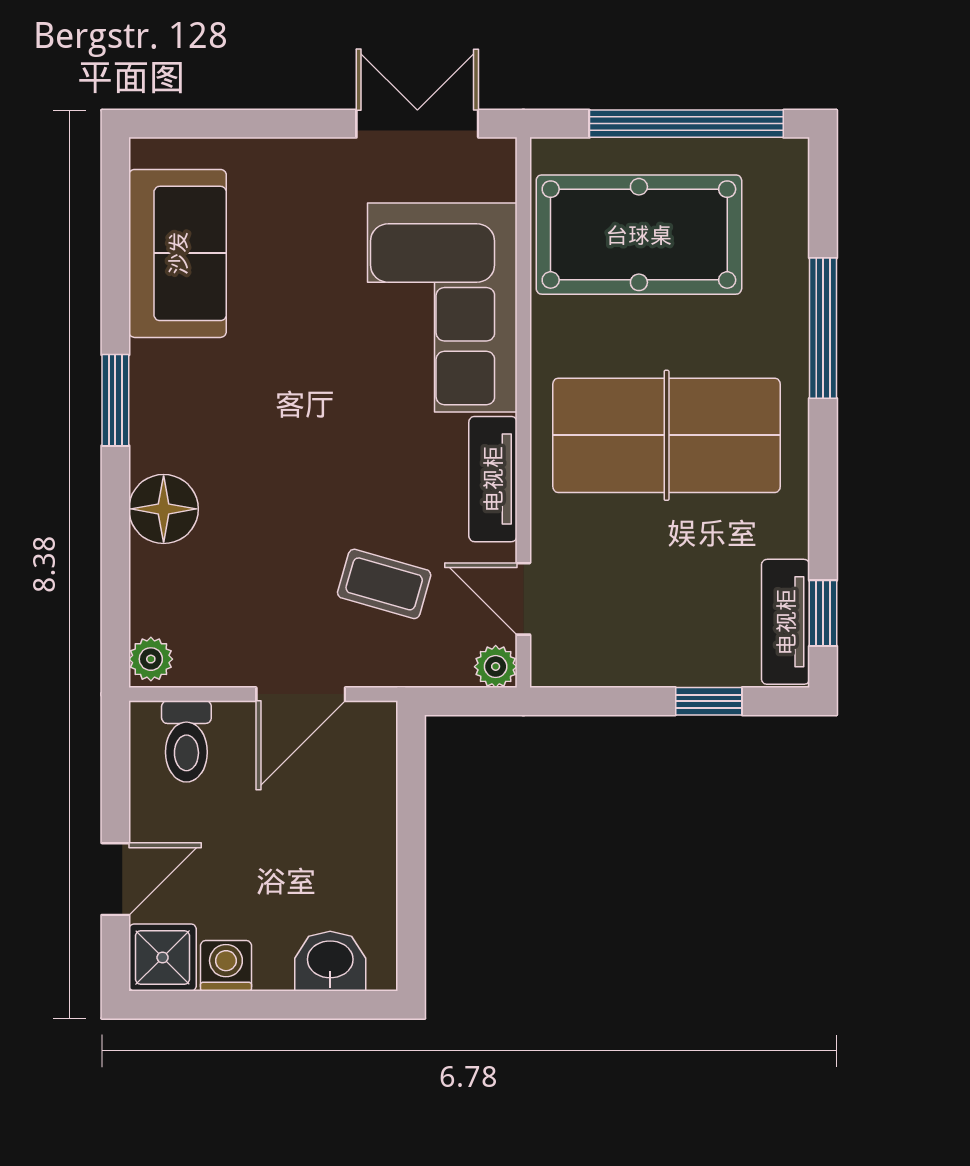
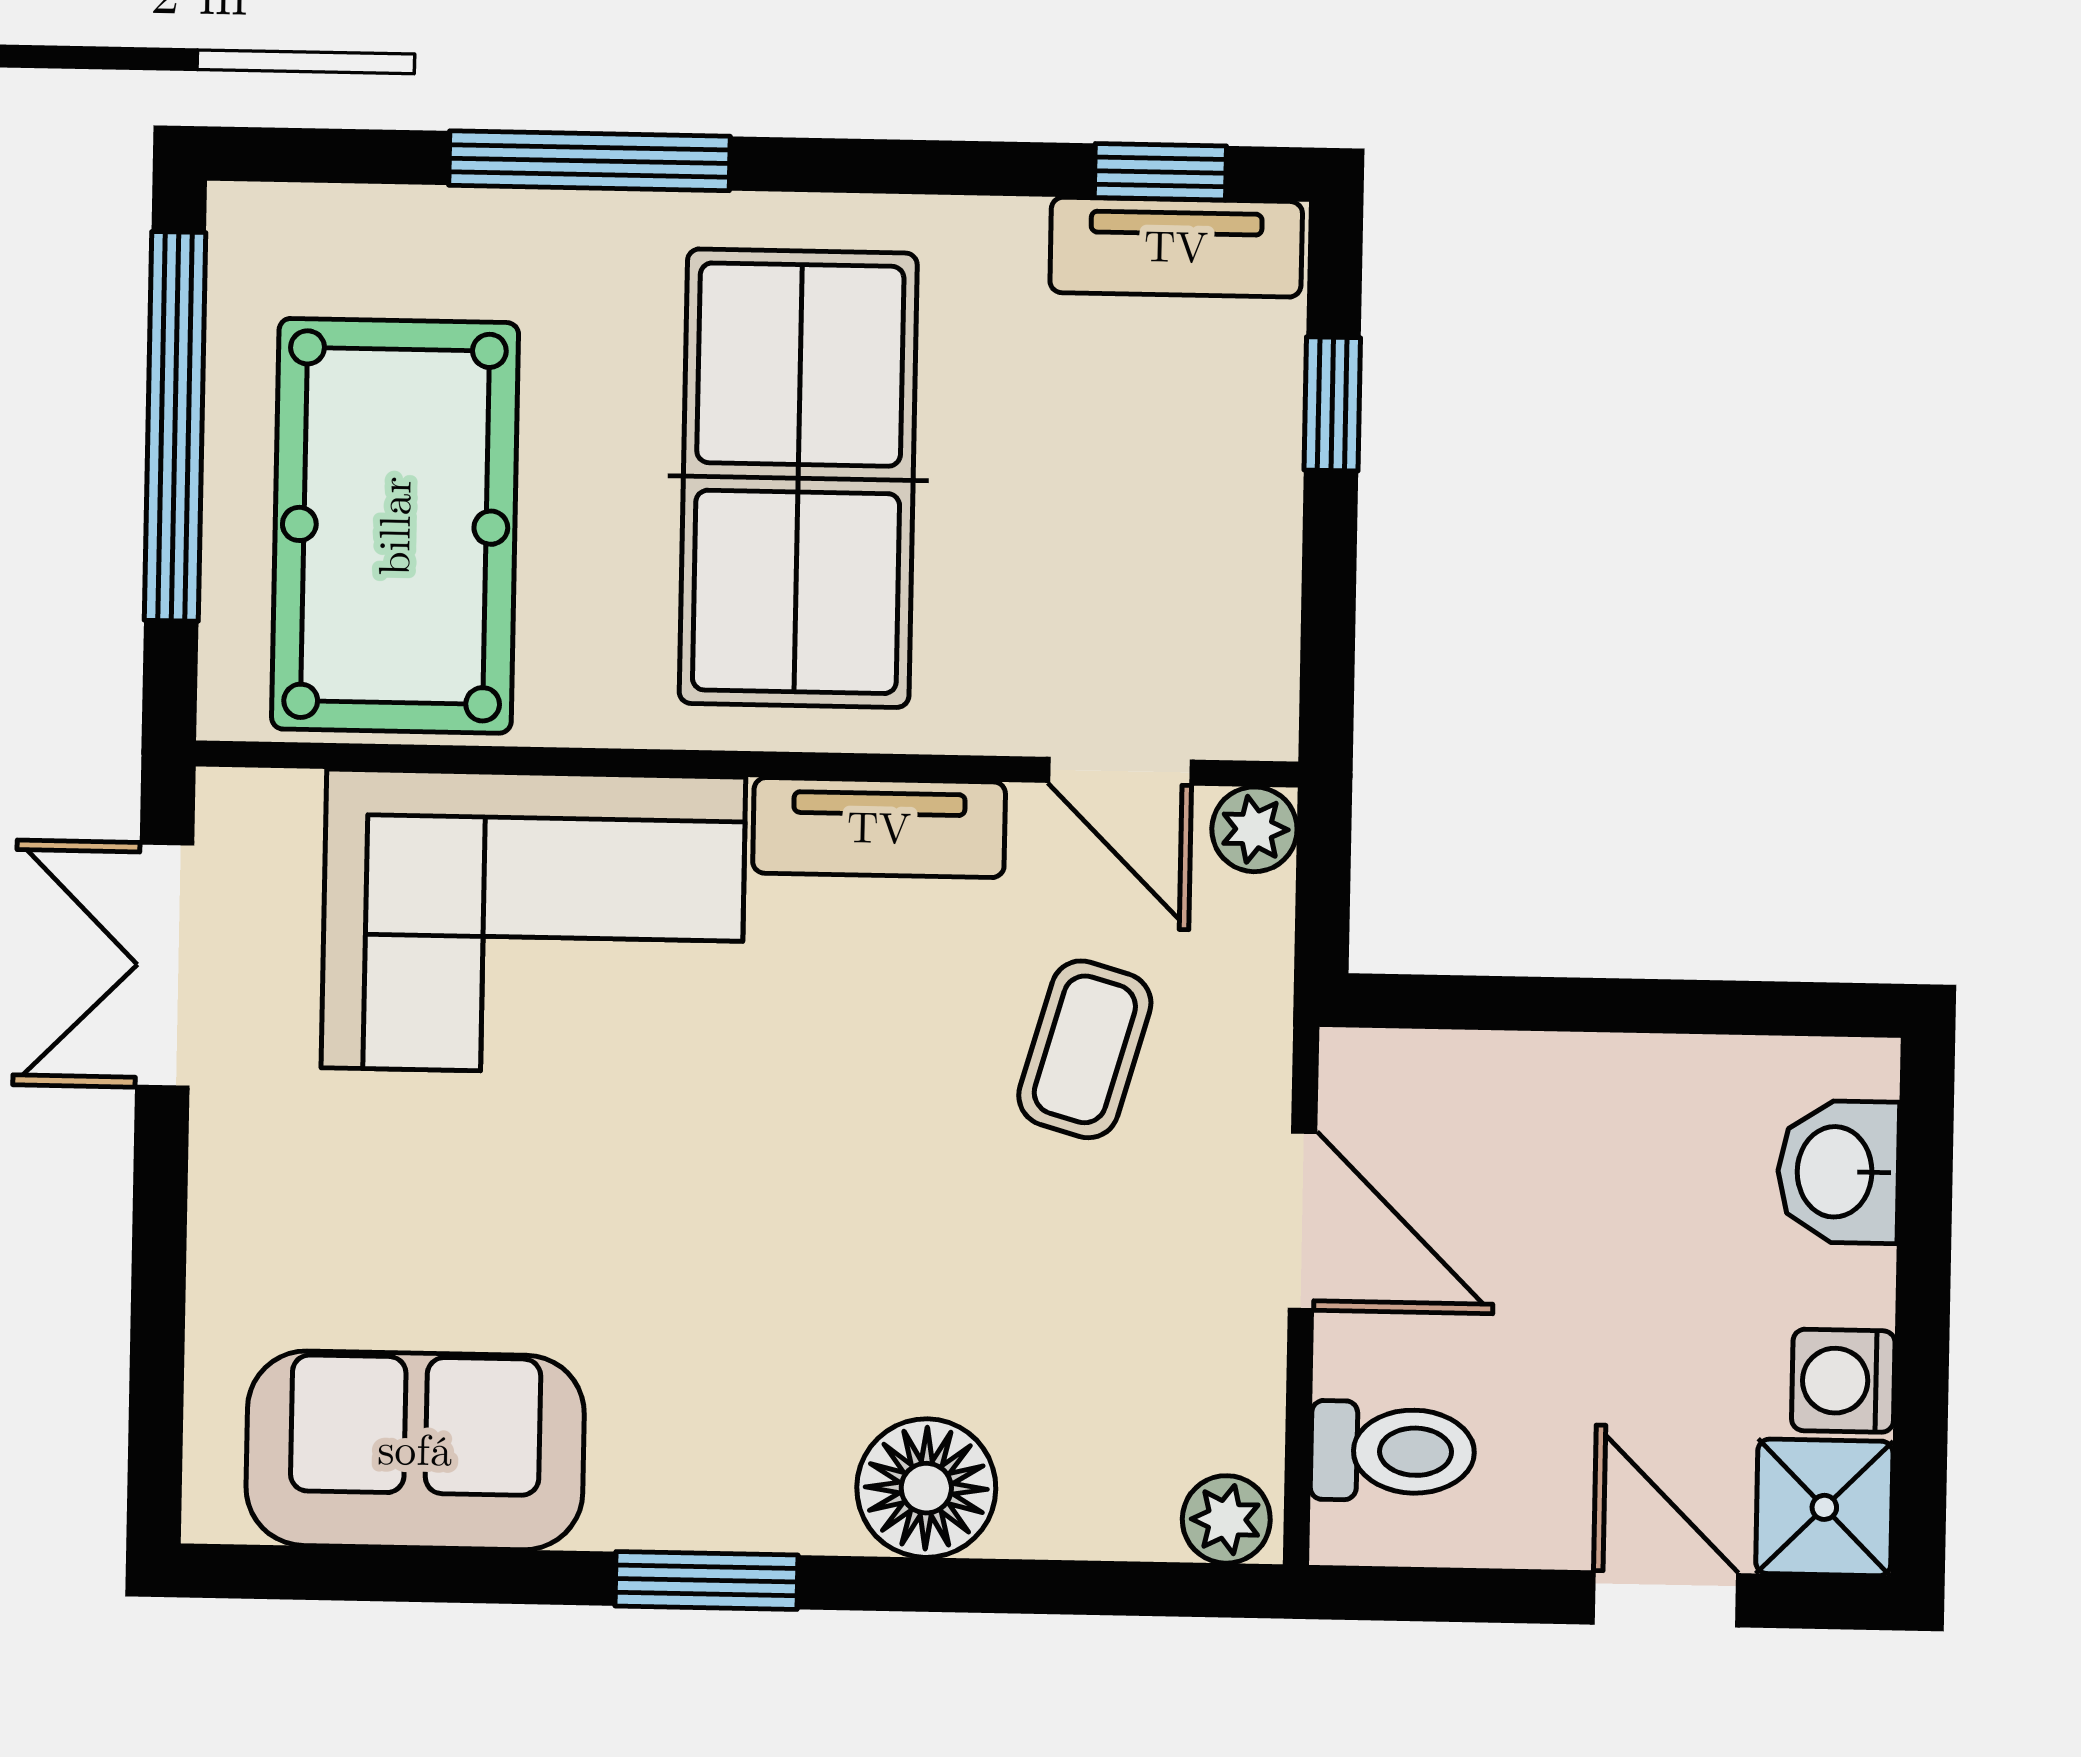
door: (523, 599) -> (1120, 771), hinge flipped

